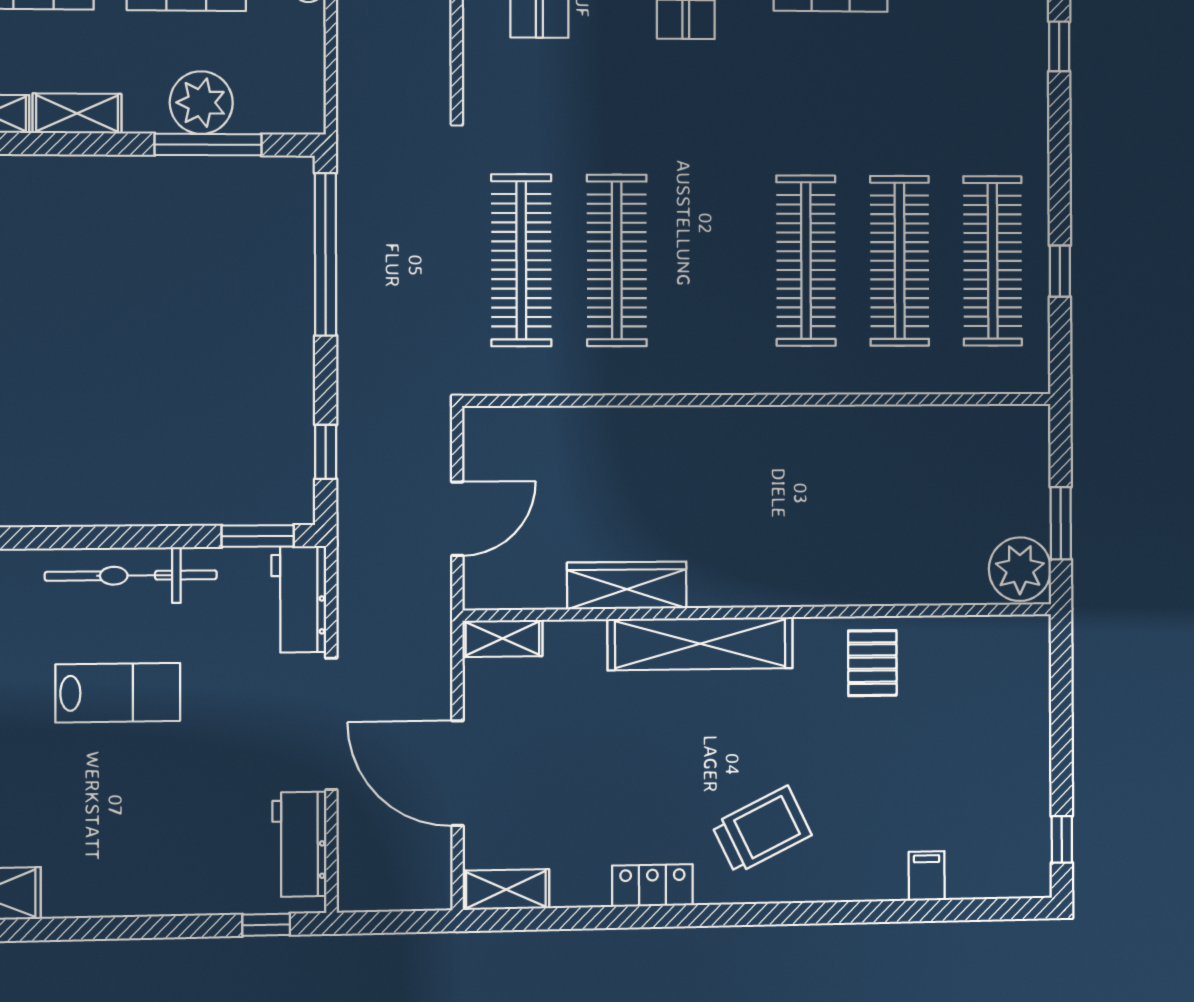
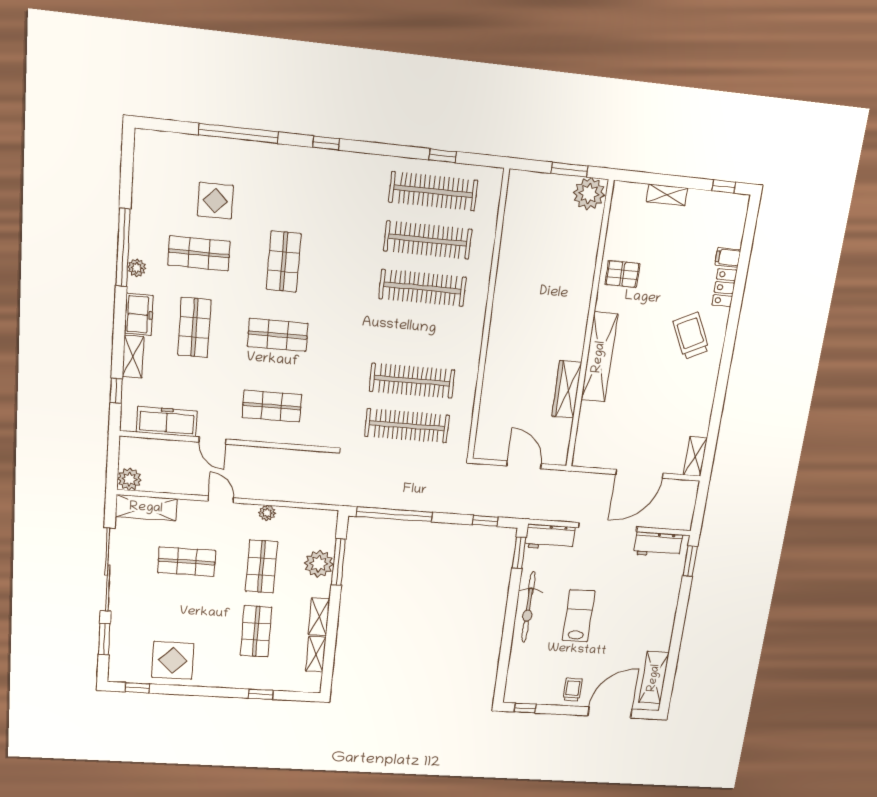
shelving: (502, 638) -> (667, 195), moved, turned 90
locker: (652, 885) -> (724, 288), moved
window: (266, 925) -> (690, 561), width x1.50

